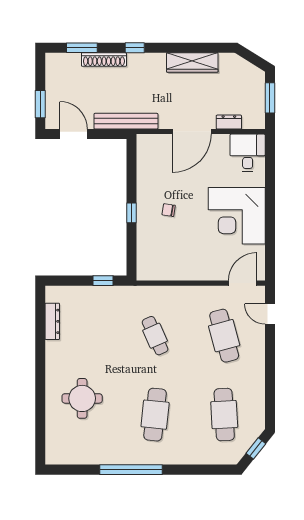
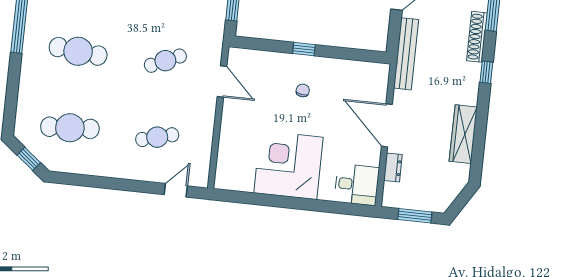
door: (243, 283) -> (222, 81), moved
cafe table: (224, 336) -> (157, 137), width x0.73, depth x0.74

